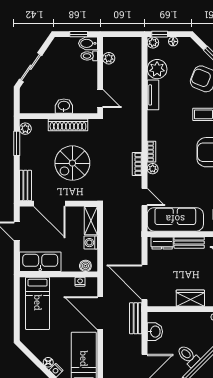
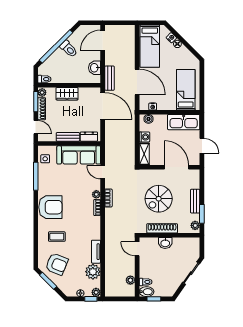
spiral stairs: (72, 163) -> (159, 199), turned 180
bench: (25, 185) -> (195, 201), moved

